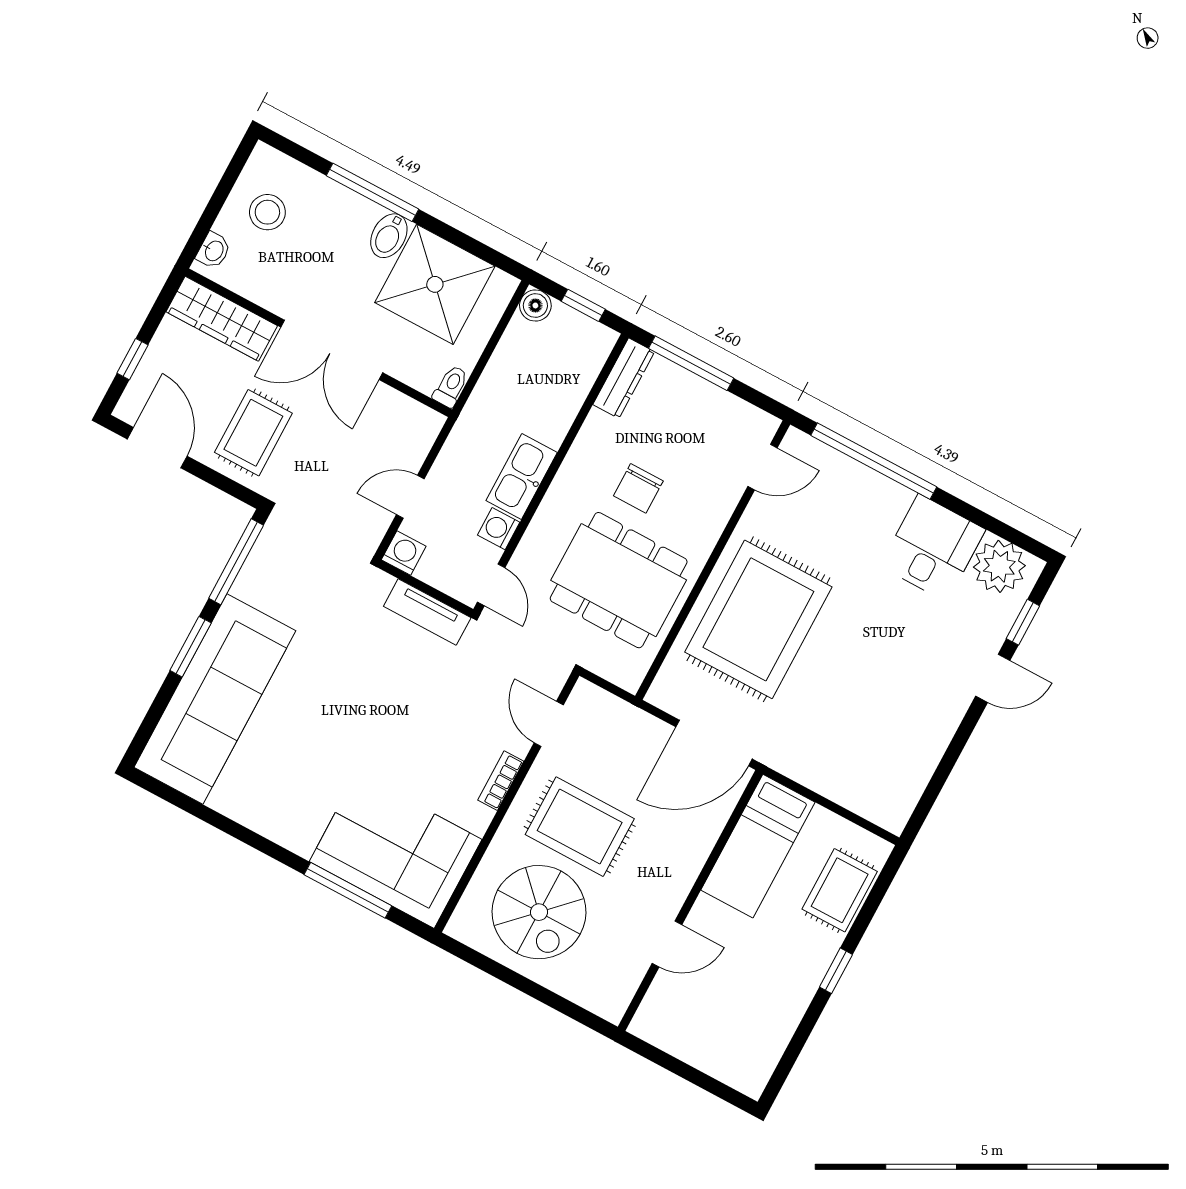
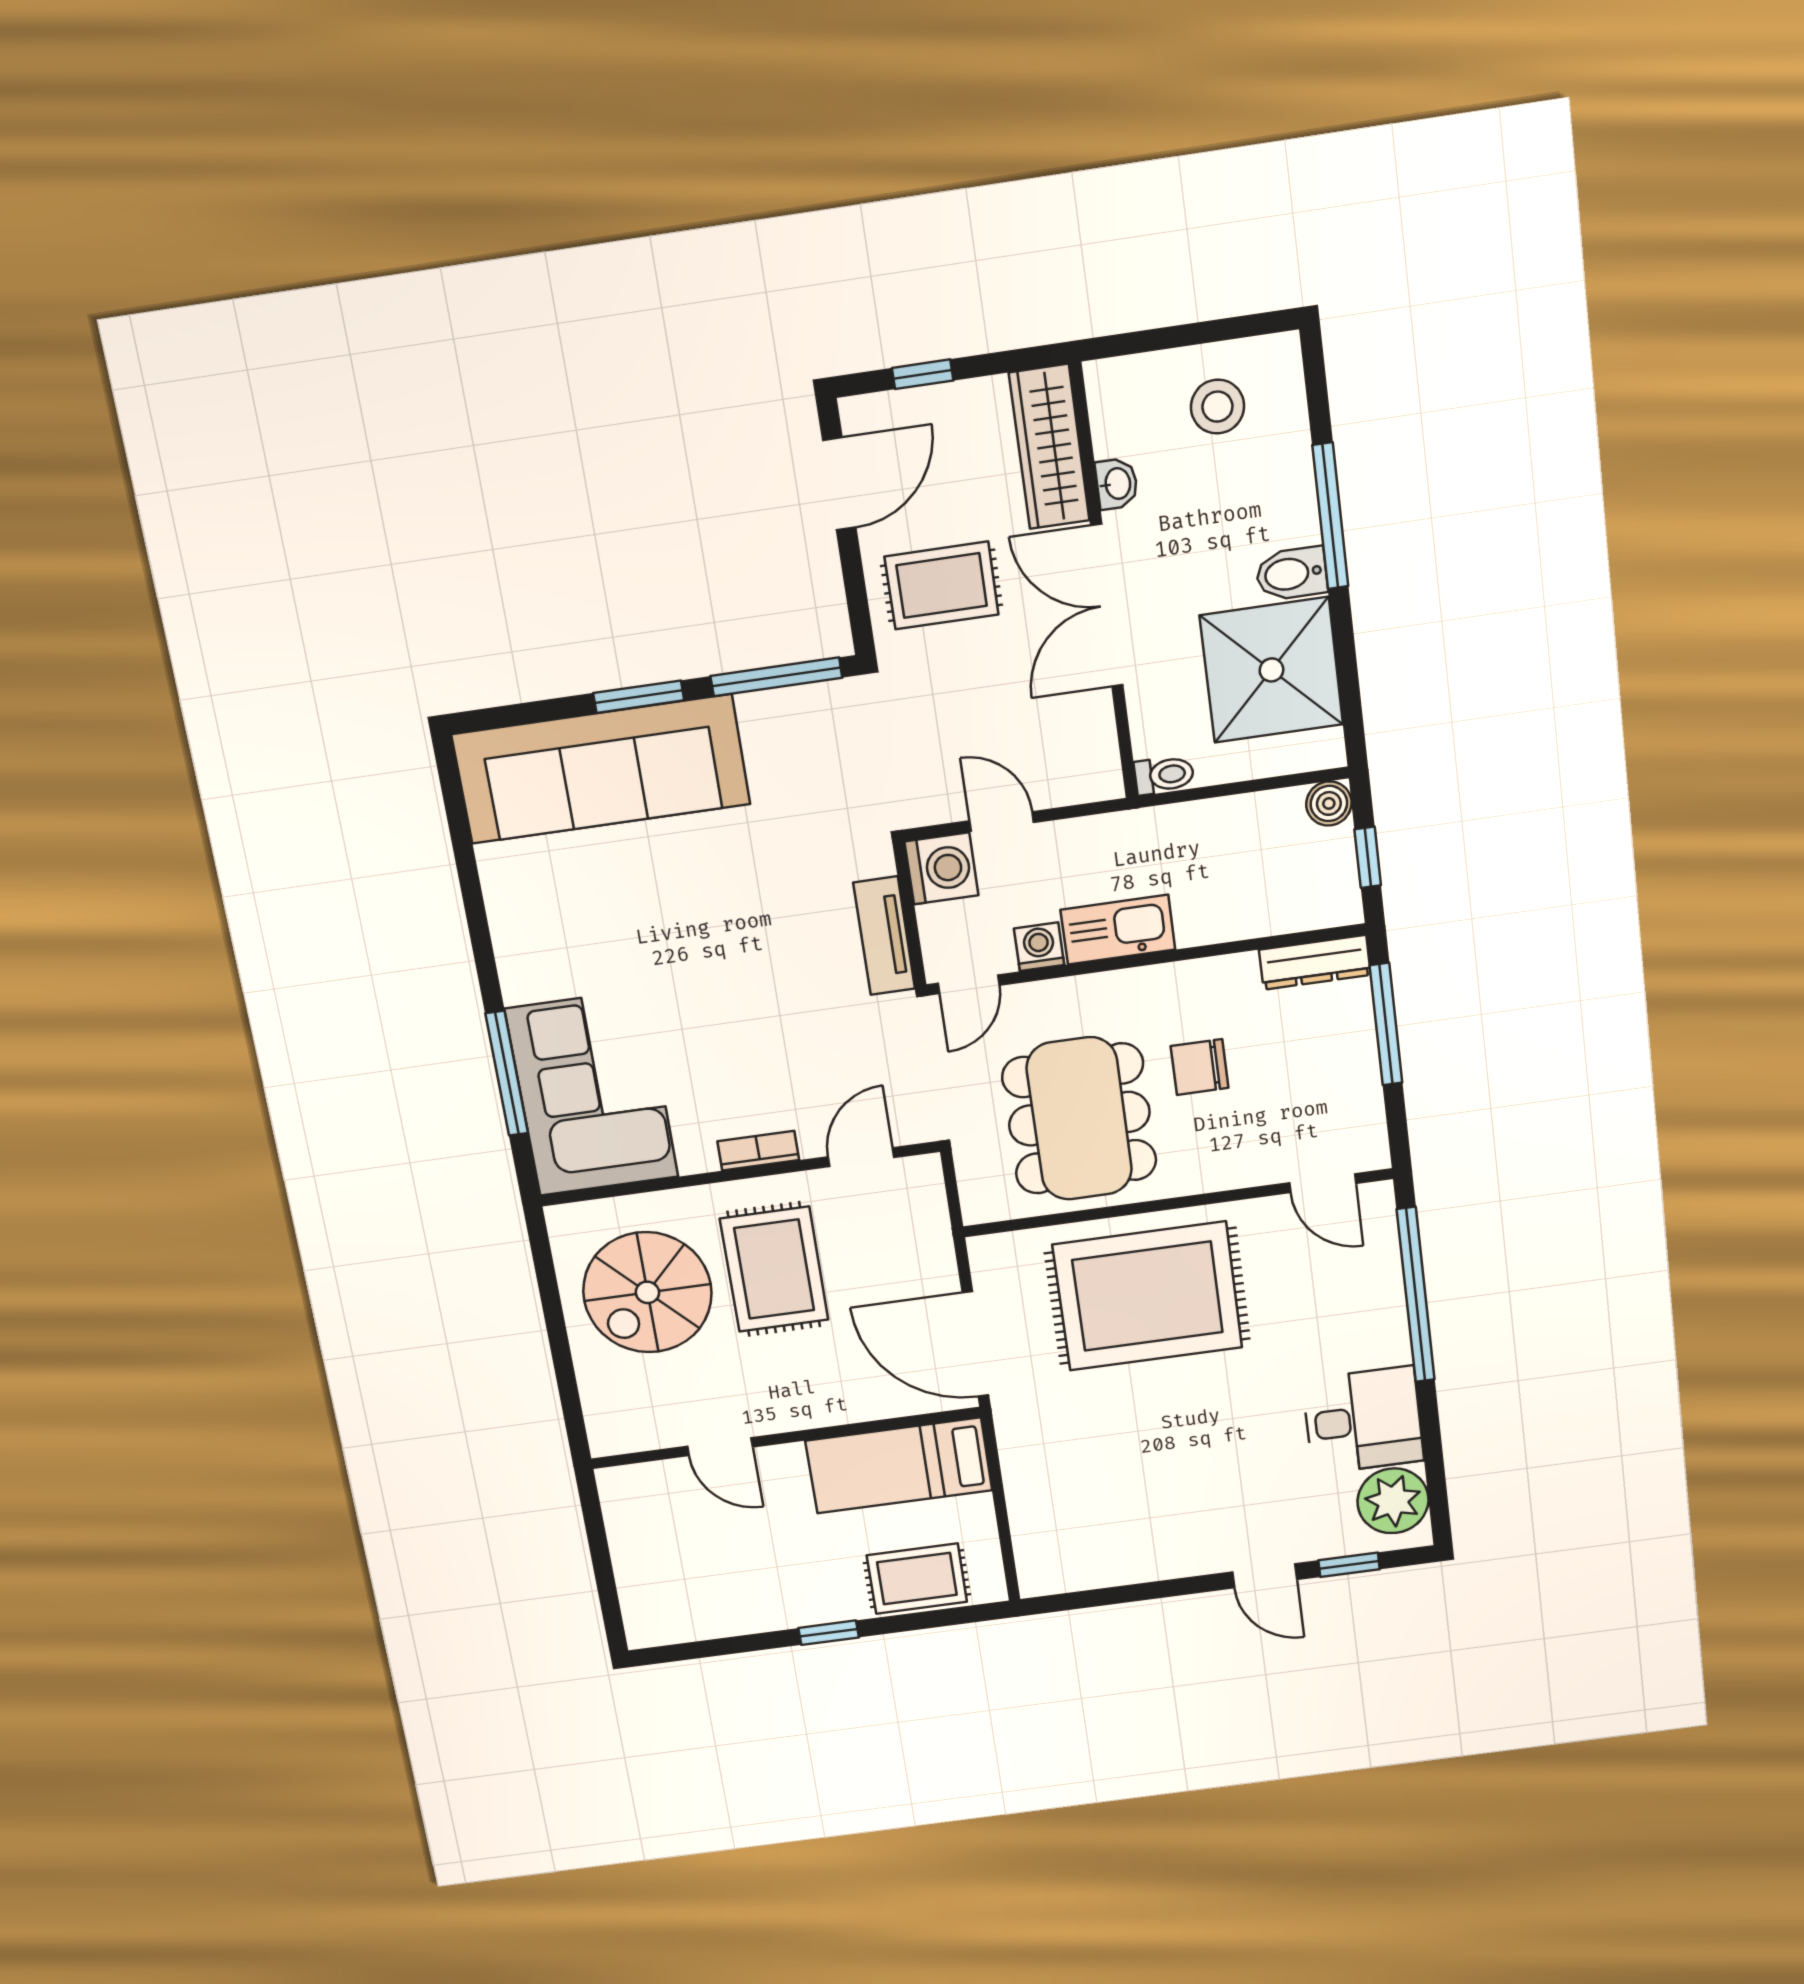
washbasin: (214, 251) -> (1117, 484), moved, turned -90
washing machine: (404, 553) -> (942, 868), width x1.38, depth x1.38

